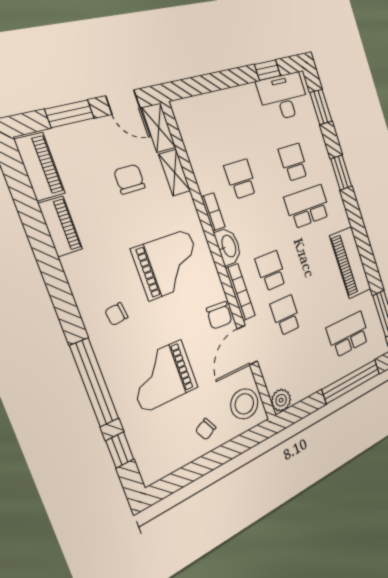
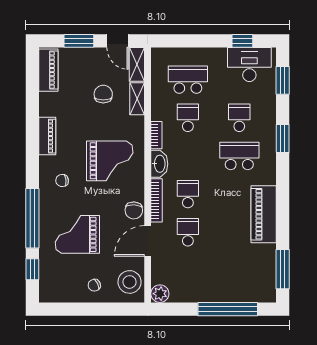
piano: (60, 226) -> (47, 136), moved
school desk: (348, 334) -> (188, 80), moved

